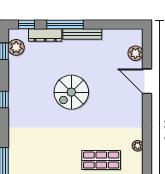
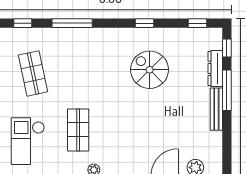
plant: (16, 47) -> (202, 37), removed
spiral stairs: (71, 92) -> (150, 70), moved

